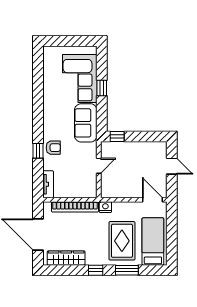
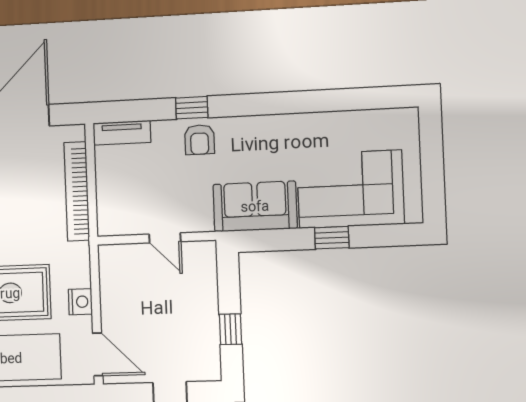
window: (117, 137) -> (230, 329), moved
door: (153, 200) -> (98, 354), hinge flipped
nightstand: (105, 207) -> (80, 302), moved

